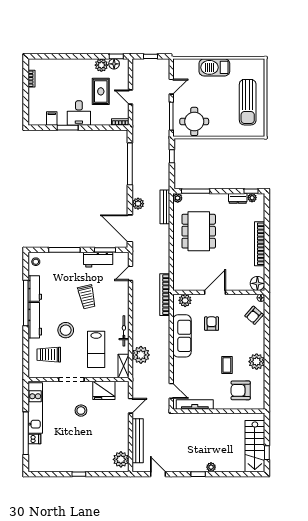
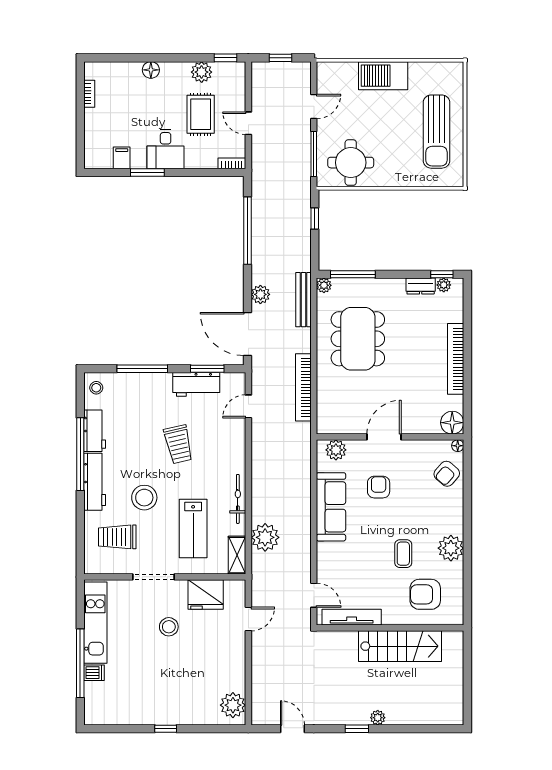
floor lamp: (114, 64) -> (151, 70), moved
bookcase: (165, 295) -> (303, 387), moved
bench: (138, 441) -> (260, 675), removed
stairs: (255, 446) -> (400, 646), moved, turned -90
window: (267, 453) -> (467, 694), removed

